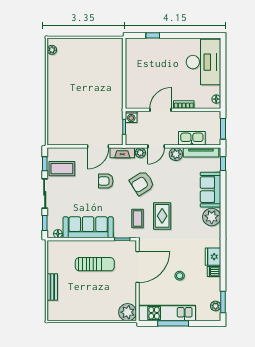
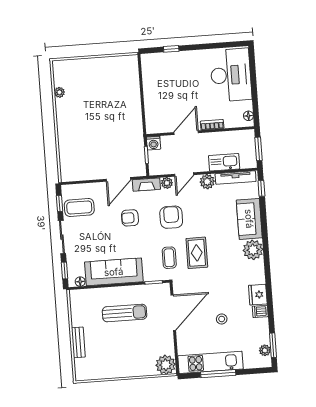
plant: (52, 50) -> (59, 92), moved
armchair: (142, 183) -> (171, 217), turned 122

